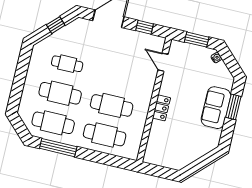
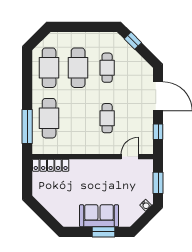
window: (56, 25) -> (133, 41), moved
cafe table: (112, 105) -> (107, 118), moved, width x0.73, depth x0.74
locker: (161, 108) -> (51, 165), moved, width x1.53
window: (58, 148) -> (27, 127), moved

